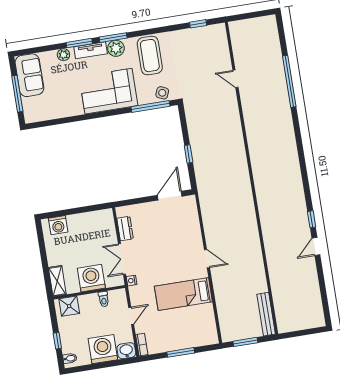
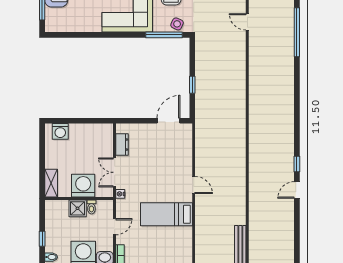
shower: (69, 306) -> (78, 208), moved

